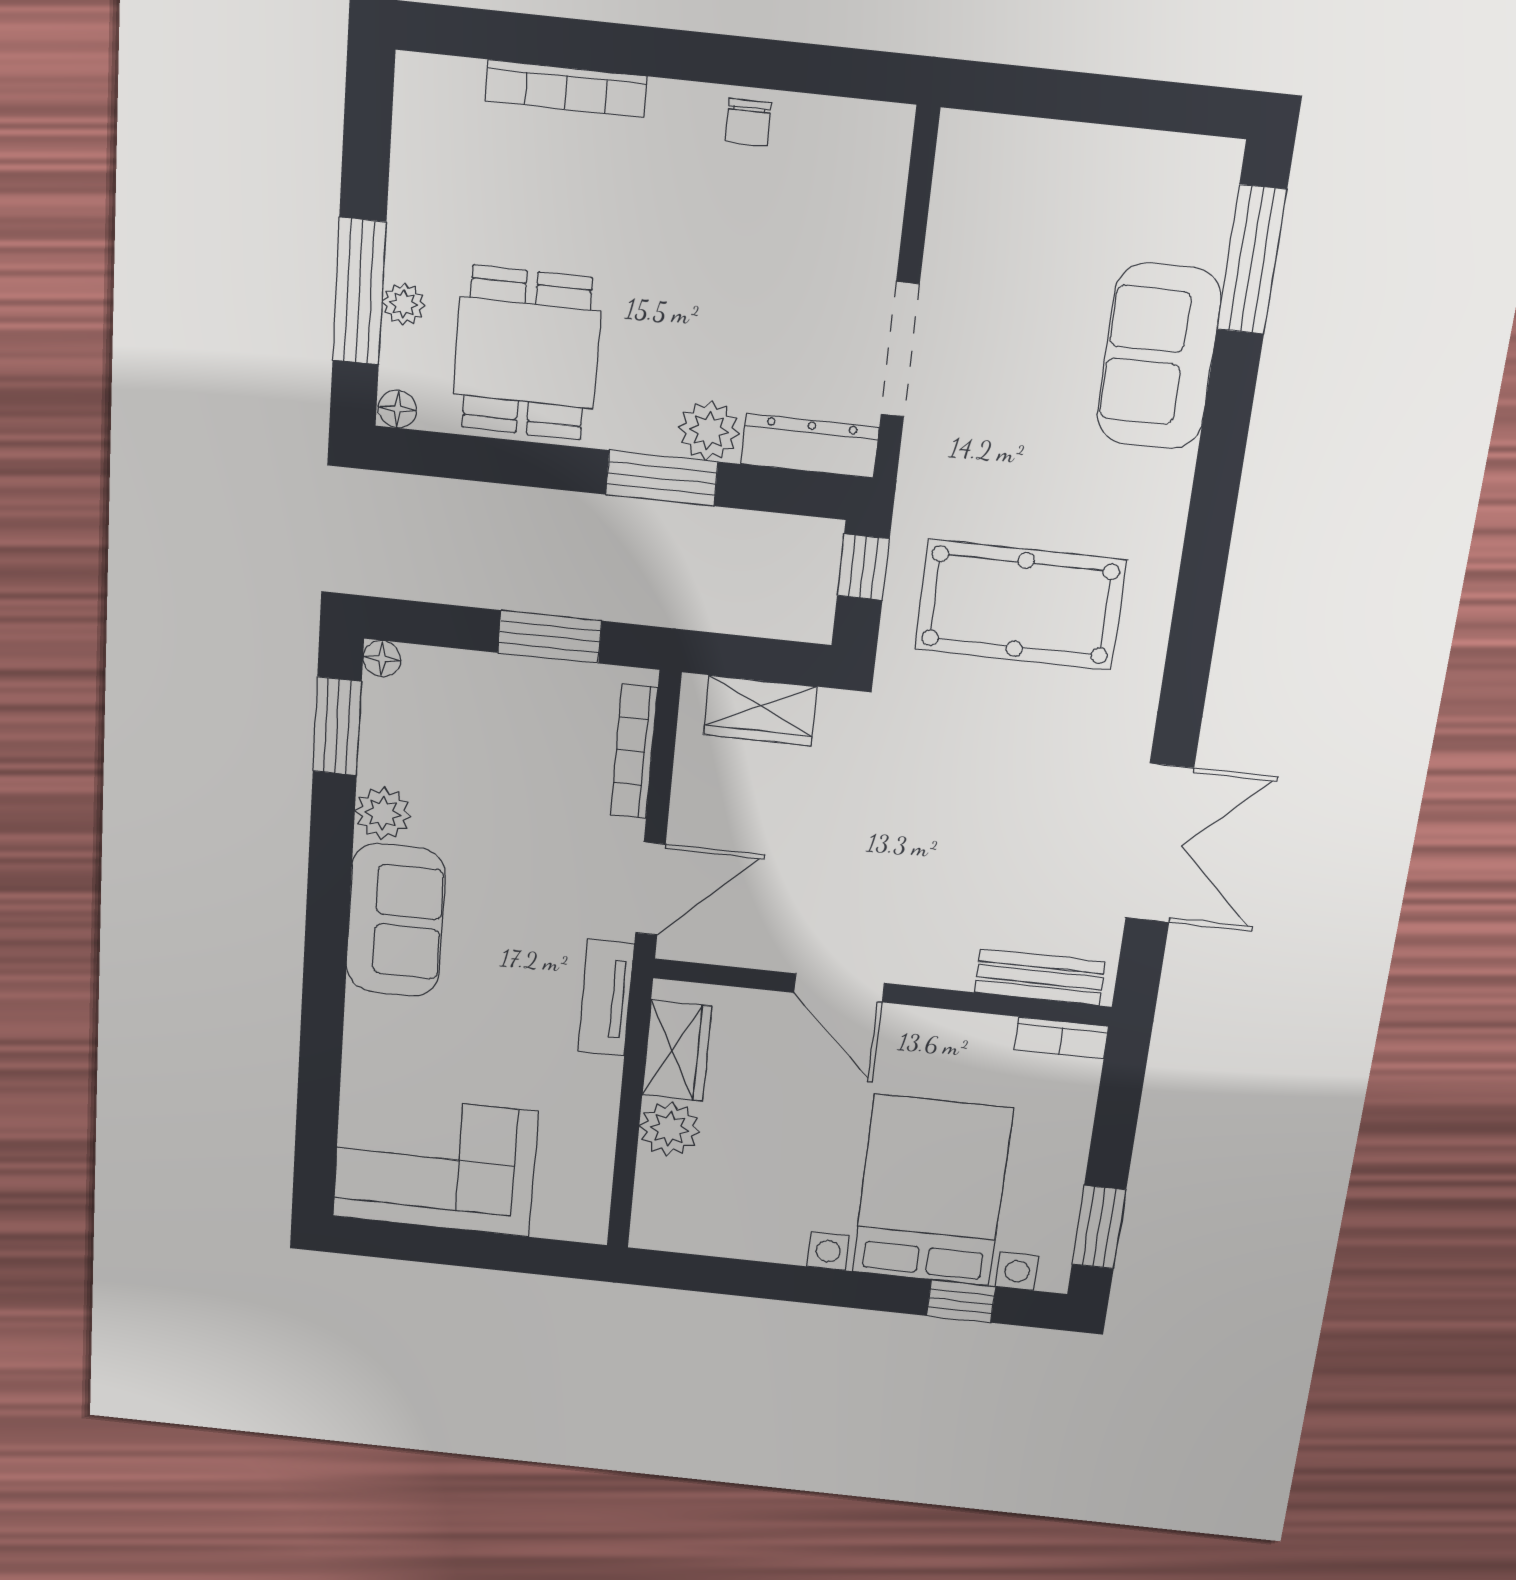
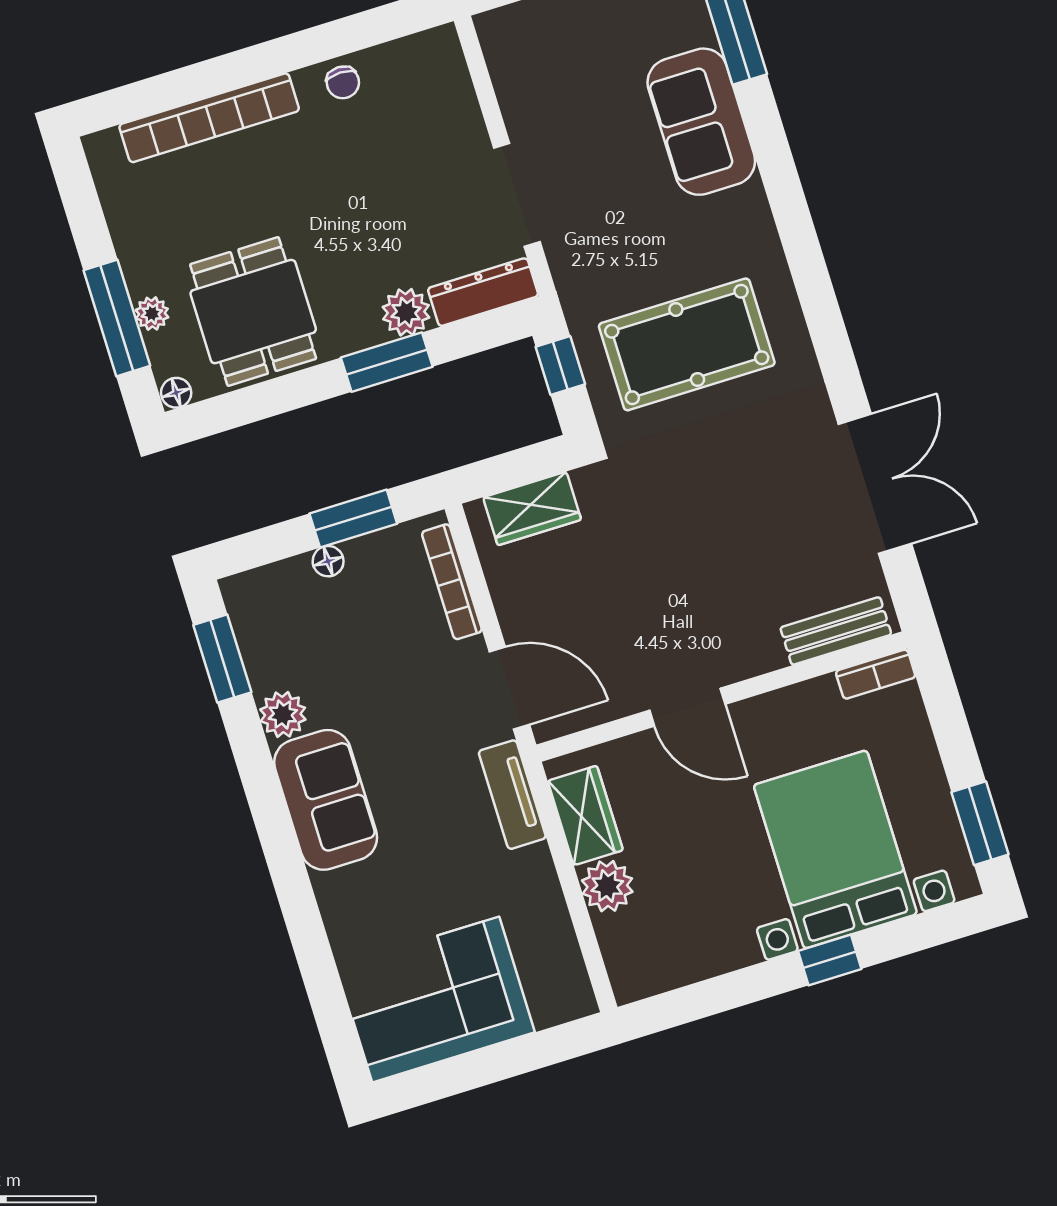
bookcase: (566, 89) -> (209, 118), width x1.48, depth x1.31
floor lamp: (382, 659) -> (328, 561), moved
door: (650, 889) -> (509, 688), hinge flipped
window: (961, 1301) -> (830, 960), moved

